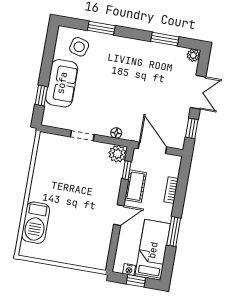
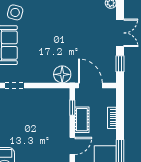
floor lamp: (116, 133) -> (62, 74), width x1.89, depth x1.89
doorway: (82, 136) -> (14, 85), moved
plant: (117, 154) -> (62, 95), removed

